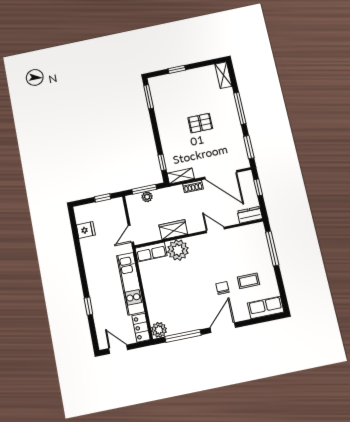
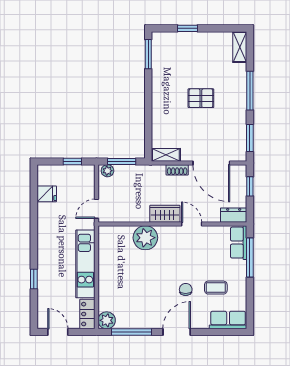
window: (162, 162) -> (148, 135), removed
plant: (147, 197) -> (107, 171), moved
wardrobe: (173, 230) -> (165, 214), moved
row of seats: (151, 252) -> (239, 243), moved, turned 90

